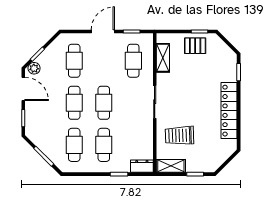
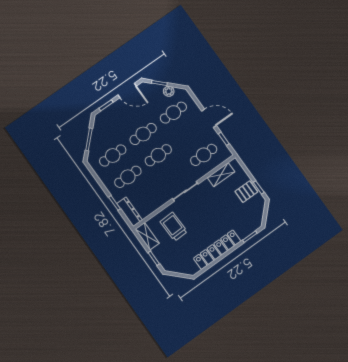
pallet: (195, 46) -> (246, 192), turned 90
plant: (34, 68) -> (169, 91), moved
door: (23, 89) -> (127, 90), hinge flipped
dresser: (142, 166) -> (130, 212), width x1.44

